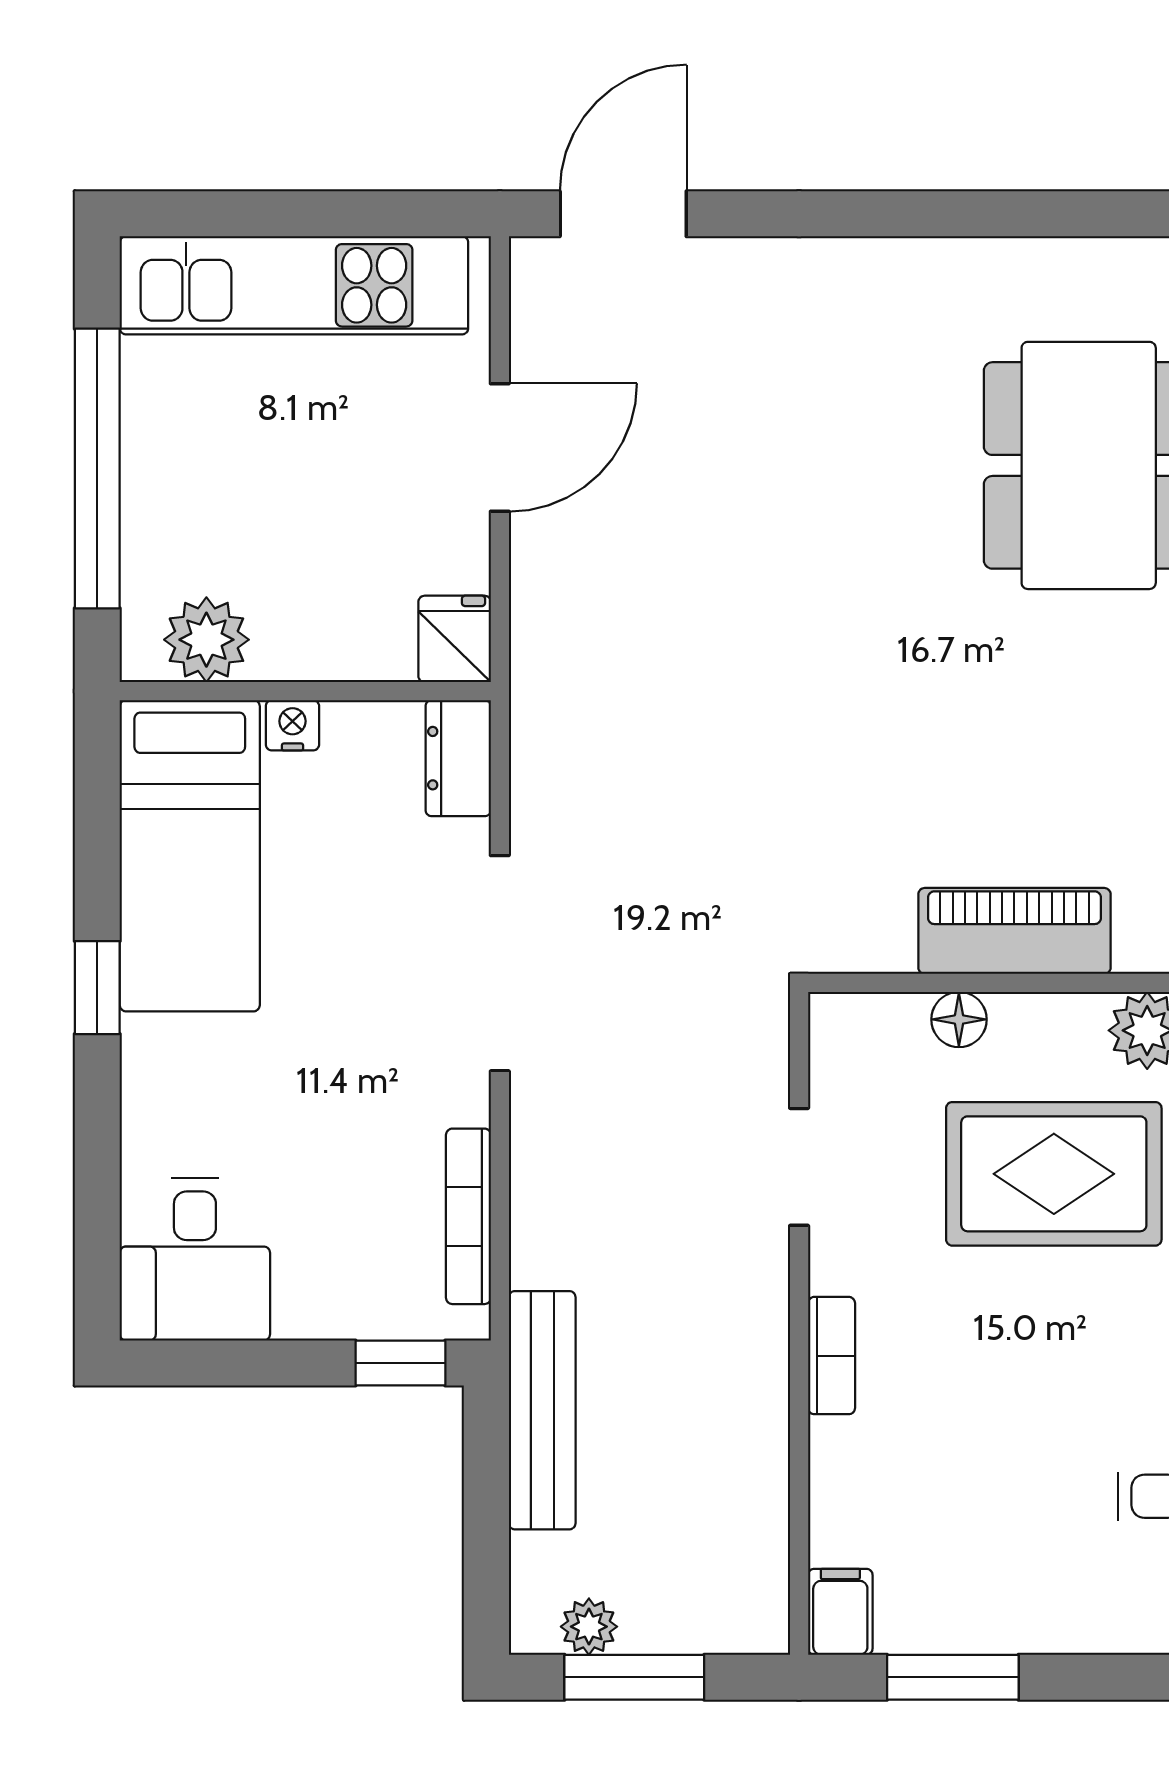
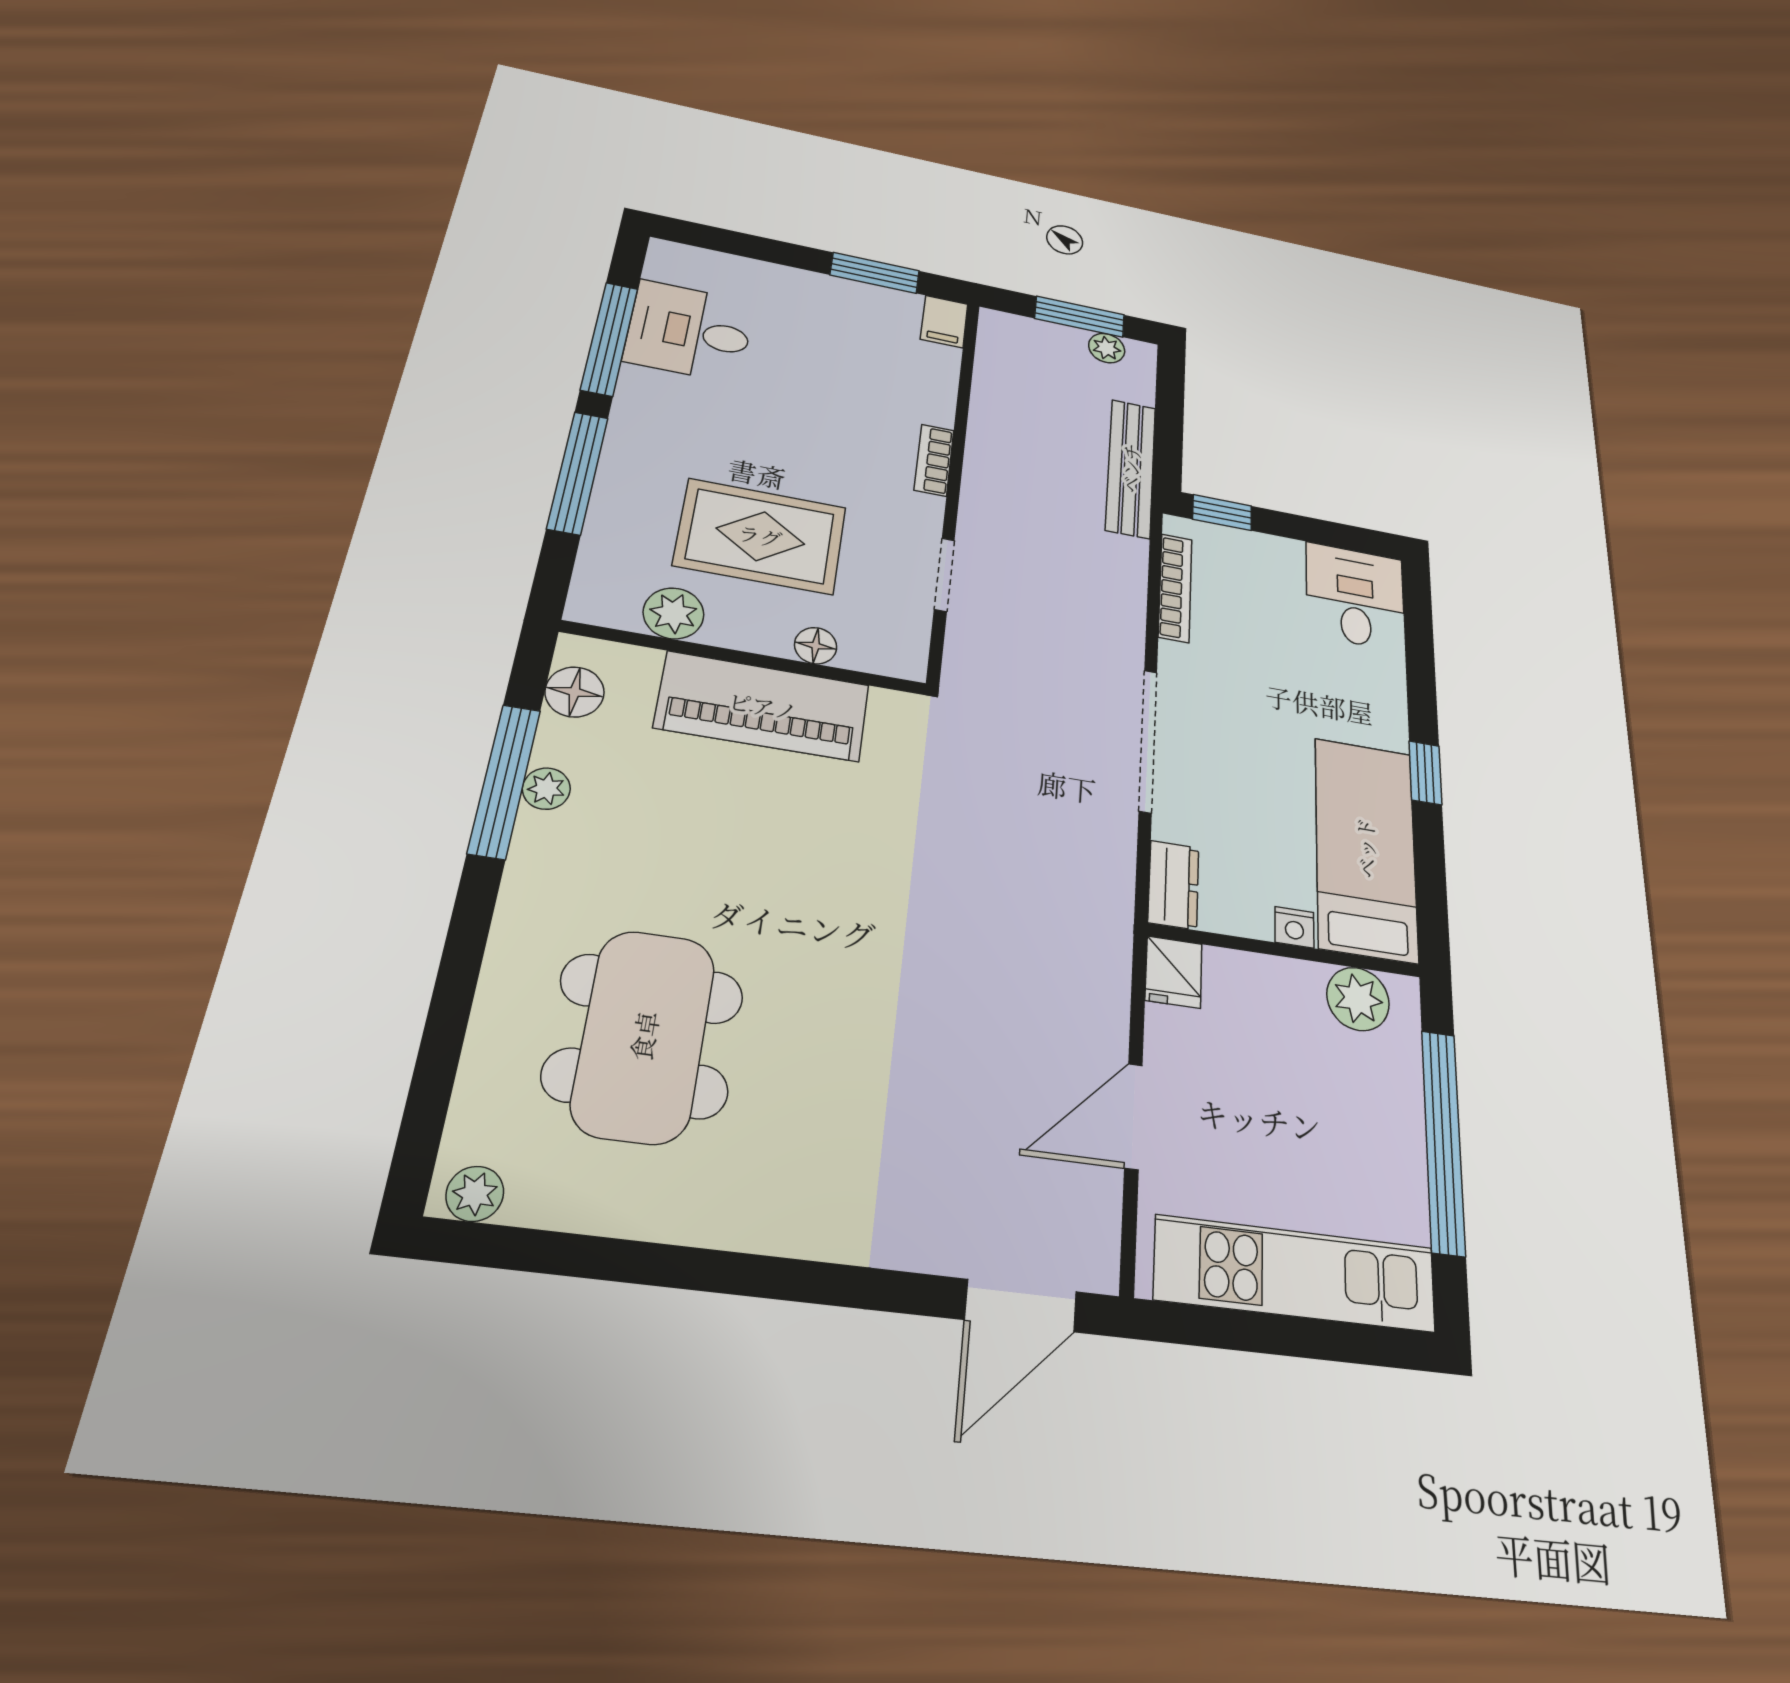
piano: (1014, 931) -> (763, 706), width x1.37, depth x1.33

